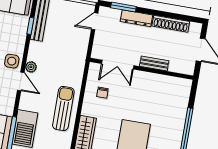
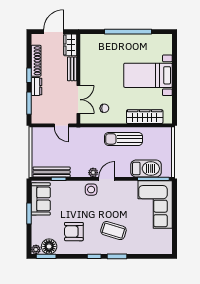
window: (155, 13) -> (29, 75), added
dresser: (136, 18) -> (36, 86), width x0.70
door: (95, 21) -> (61, 125), moved
wardrobe: (182, 66) -> (70, 45), added

